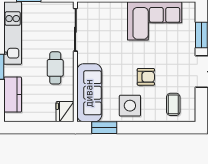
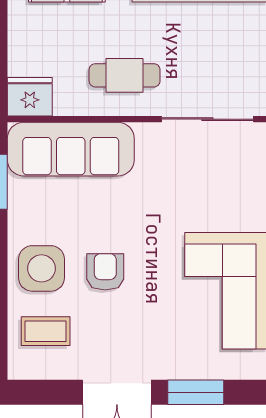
armchair: (146, 77) -> (105, 272), turned 180
side table: (130, 106) -> (41, 268), moved

